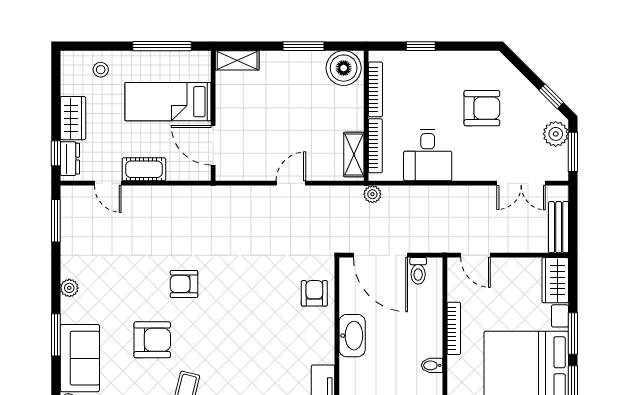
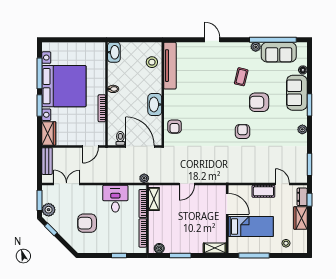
boiler: (344, 68) -> (159, 248), width x0.54, depth x0.54
door: (475, 255) -> (90, 146), swing flipped
armchair: (184, 284) -> (243, 131), turned -90

